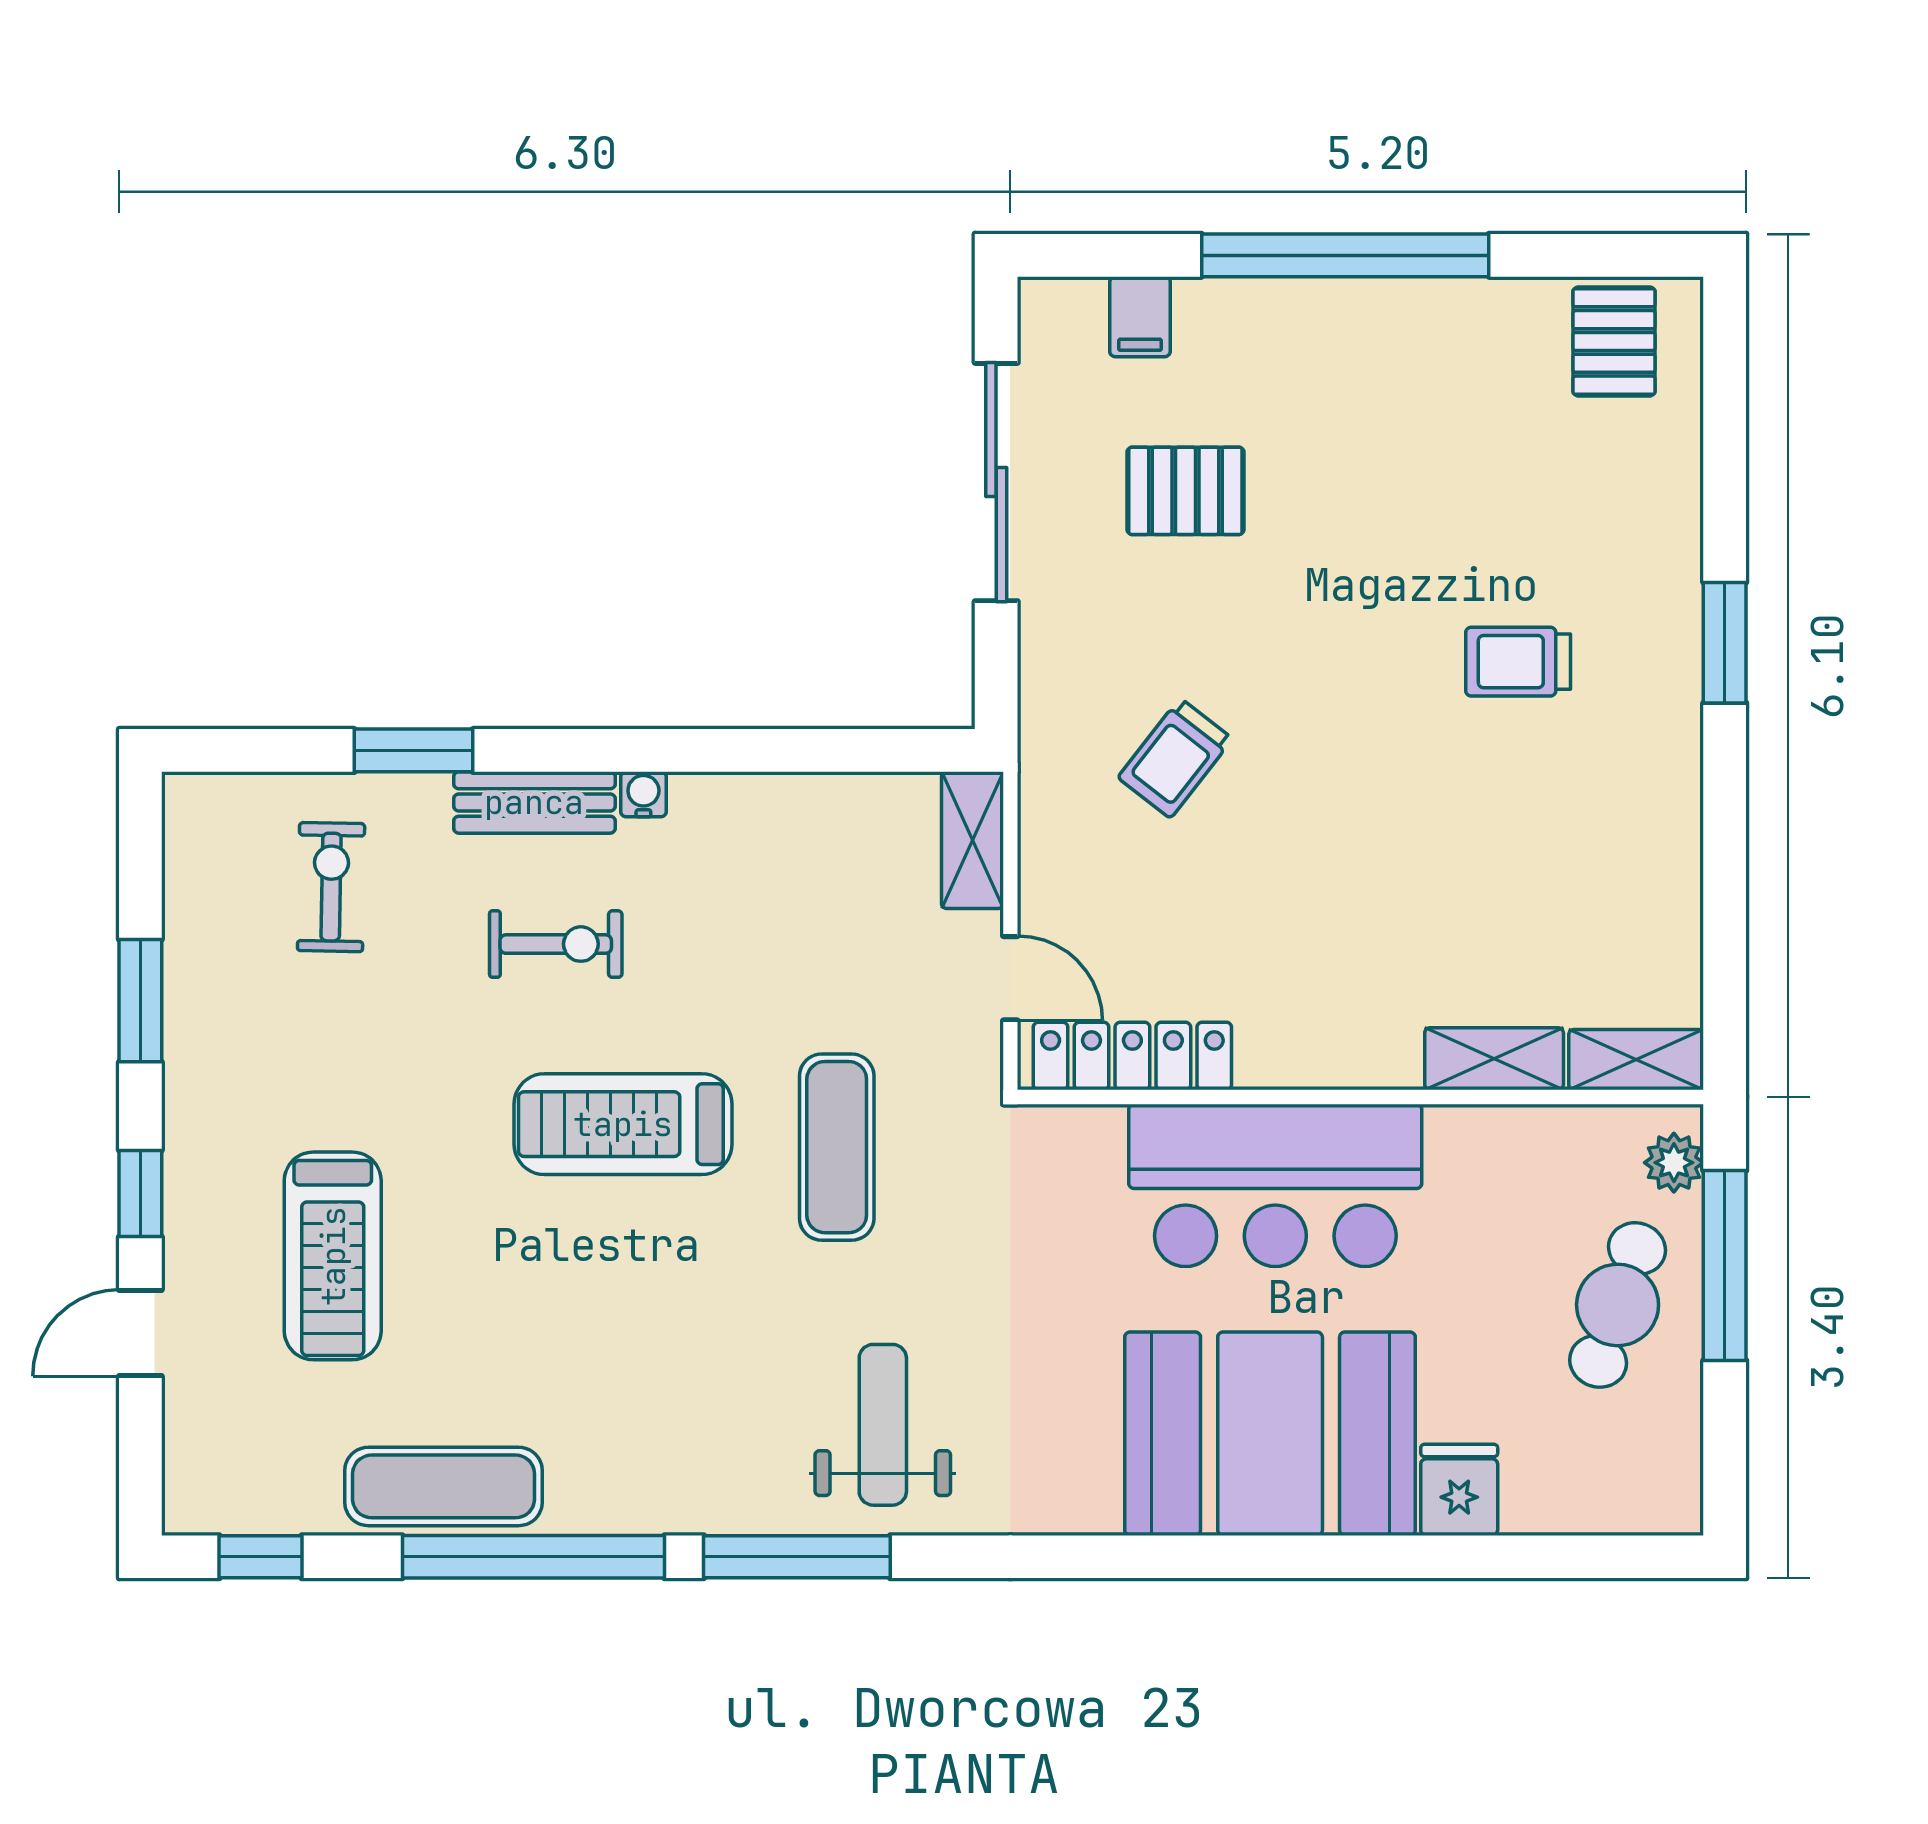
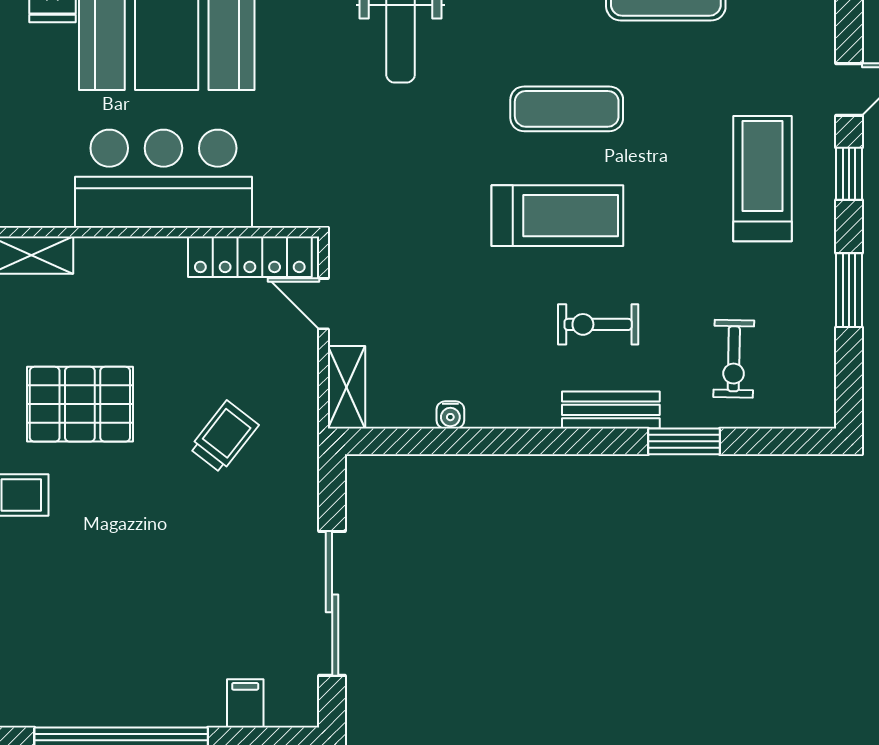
pallet: (1185, 491) -> (80, 404), moved, width x1.50, depth x1.42
water cooler: (643, 794) -> (450, 415), moved
exercise mat: (837, 1147) -> (567, 109), moved, turned 90
treadmill: (333, 1256) -> (763, 179), moved

